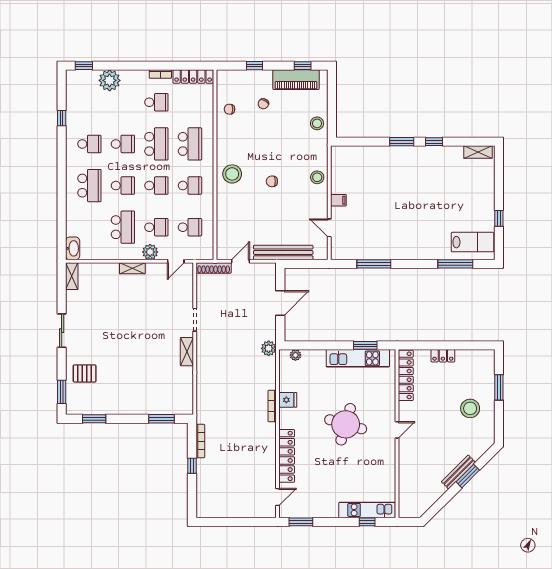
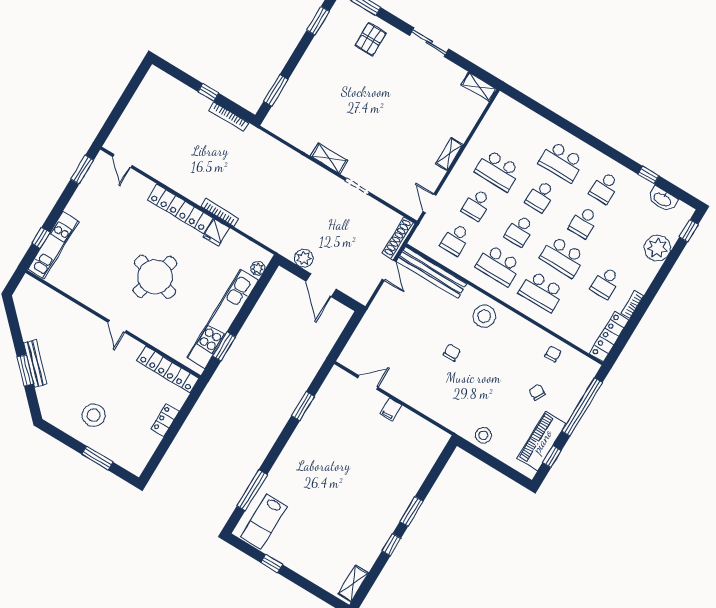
window: (255, 66) -> (582, 407), width x3.17
stool: (317, 177) -> (428, 402), removed
school desk: (190, 186) -> (499, 265), width x1.85
washbasin: (73, 248) -> (663, 199), moved
plant: (150, 252) -> (455, 183), removed
bench: (283, 252) -> (431, 272), moved, turned 90
window: (374, 264) -> (303, 406), width x0.69
plant: (269, 348) -> (304, 258), moved
kitchen unit: (358, 358) -> (223, 319), width x1.36
locker: (287, 456) -> (180, 209), moved

